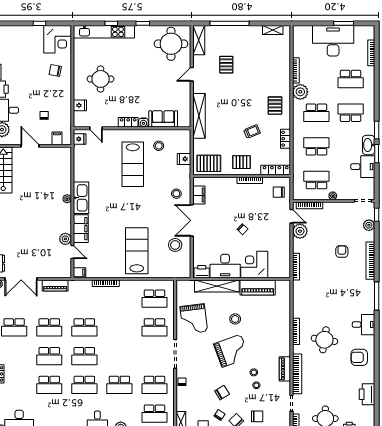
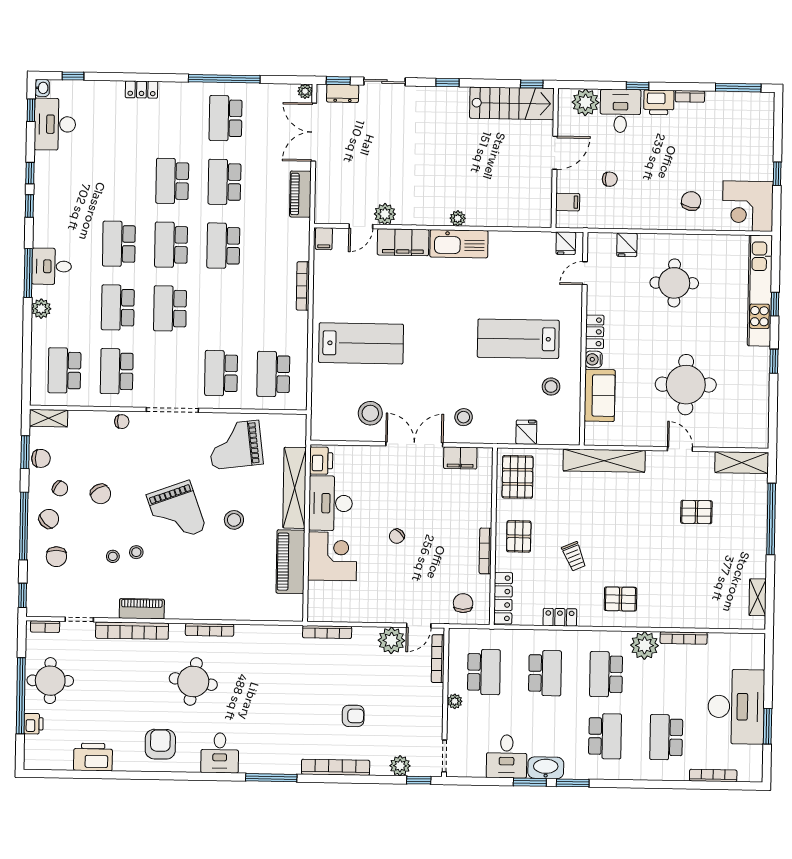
round table: (171, 44) -> (686, 385), moved
school desk: (49, 385) -> (170, 308), moved

